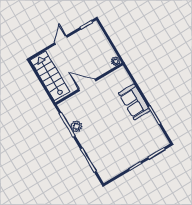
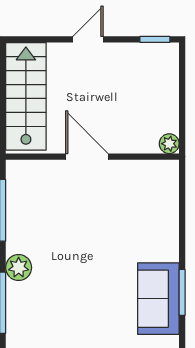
sofa: (134, 102) -> (158, 299), moved
plant: (77, 126) -> (19, 268), moved

